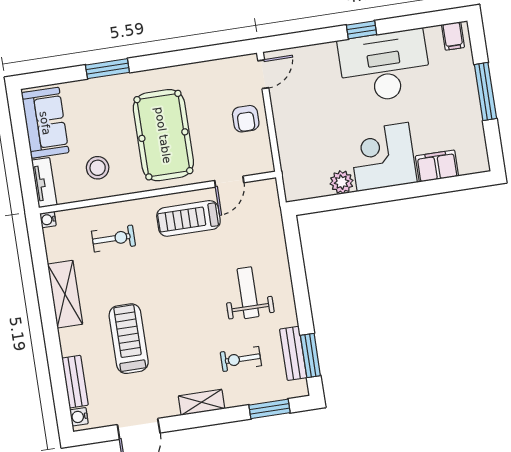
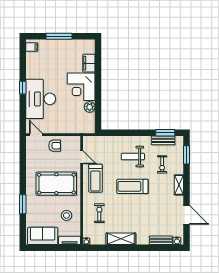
desk: (385, 66) -> (41, 99), moved
treadmill: (129, 339) -> (132, 186), moved

